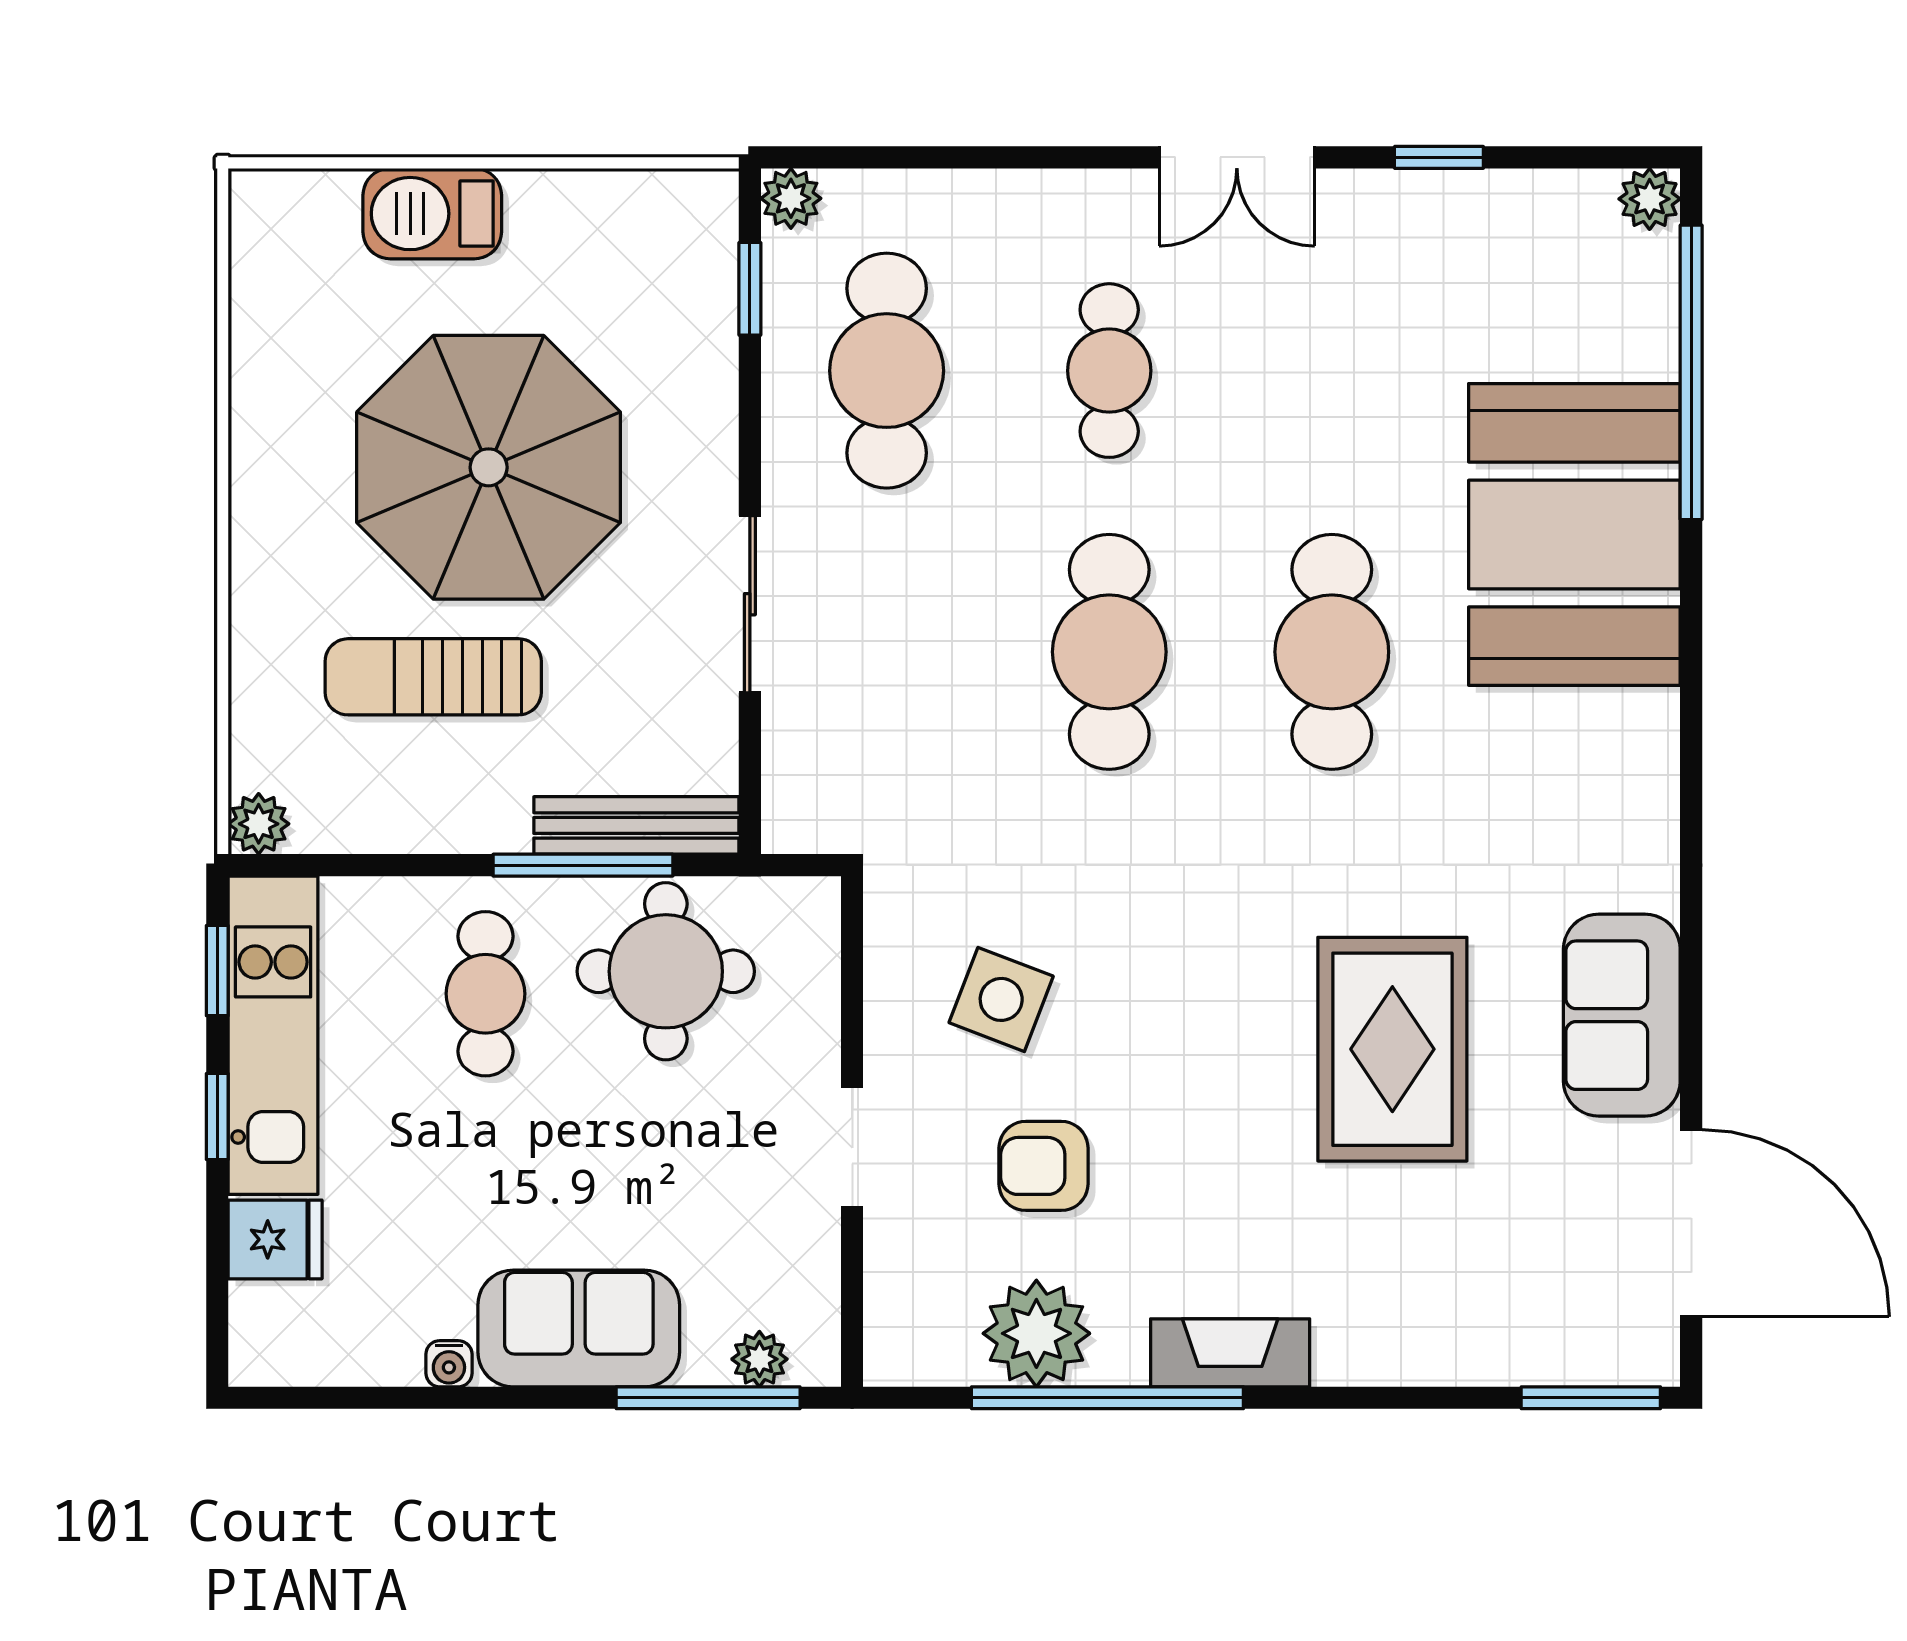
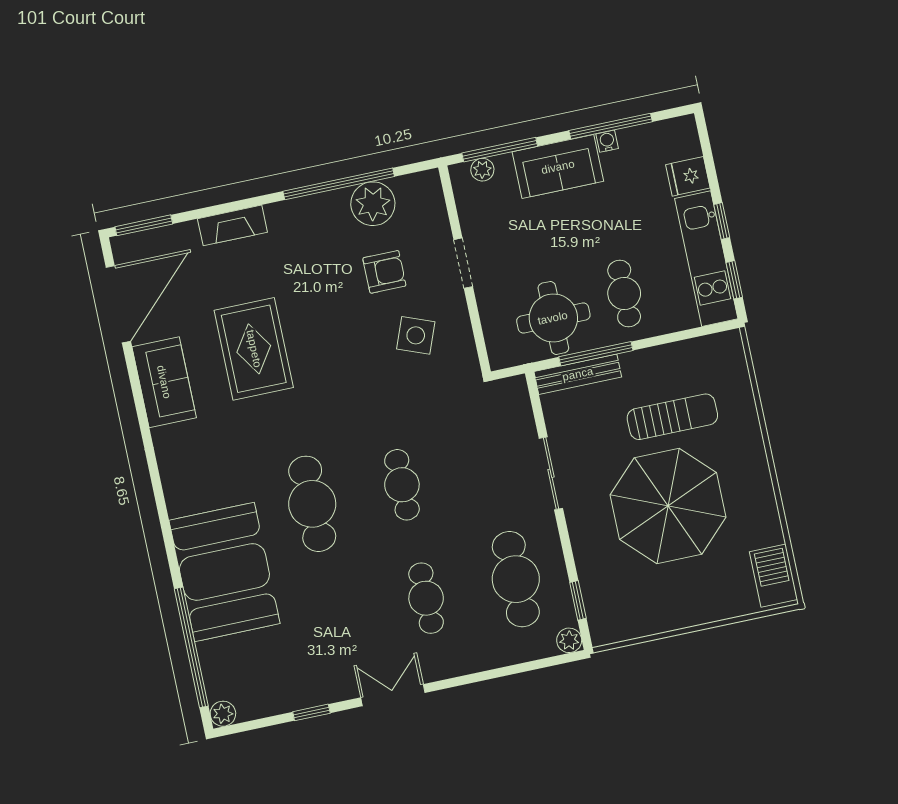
barbecue: (432, 214) -> (773, 576), moved, turned -90
cafe table: (1109, 652) -> (402, 485), width x0.73, depth x0.74
plant: (259, 824) -> (730, 343), removed
door: (1691, 1223) -> (118, 304), swing flipped
fireplace: (1230, 1353) -> (232, 225), moved
window: (433, 1398) -> (611, 126), added

